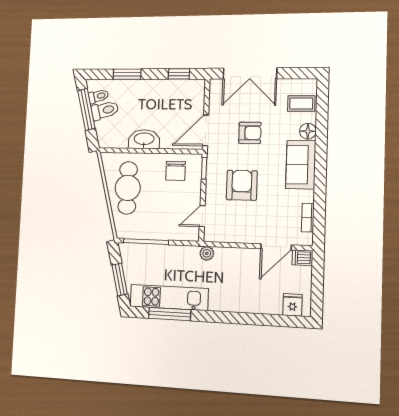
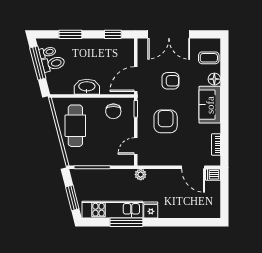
door: (276, 247) -> (193, 167), hinge flipped
fridge: (292, 305) -> (151, 210), moved
window: (170, 314) -> (126, 222), moved

